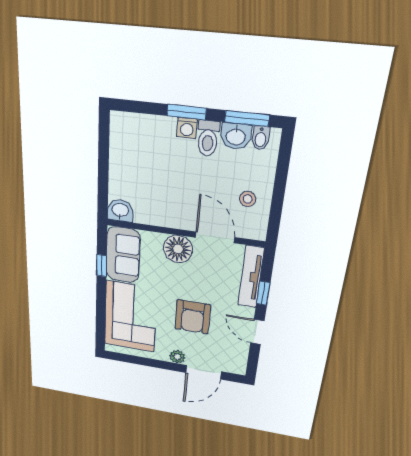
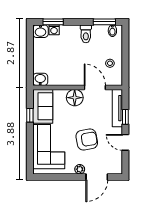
window: (187, 112) -> (53, 22), moved
washing machine: (187, 128) -> (54, 30), moved
washbasin: (236, 136) -> (40, 31), moved
armchair: (193, 317) -> (87, 139), turned -100

